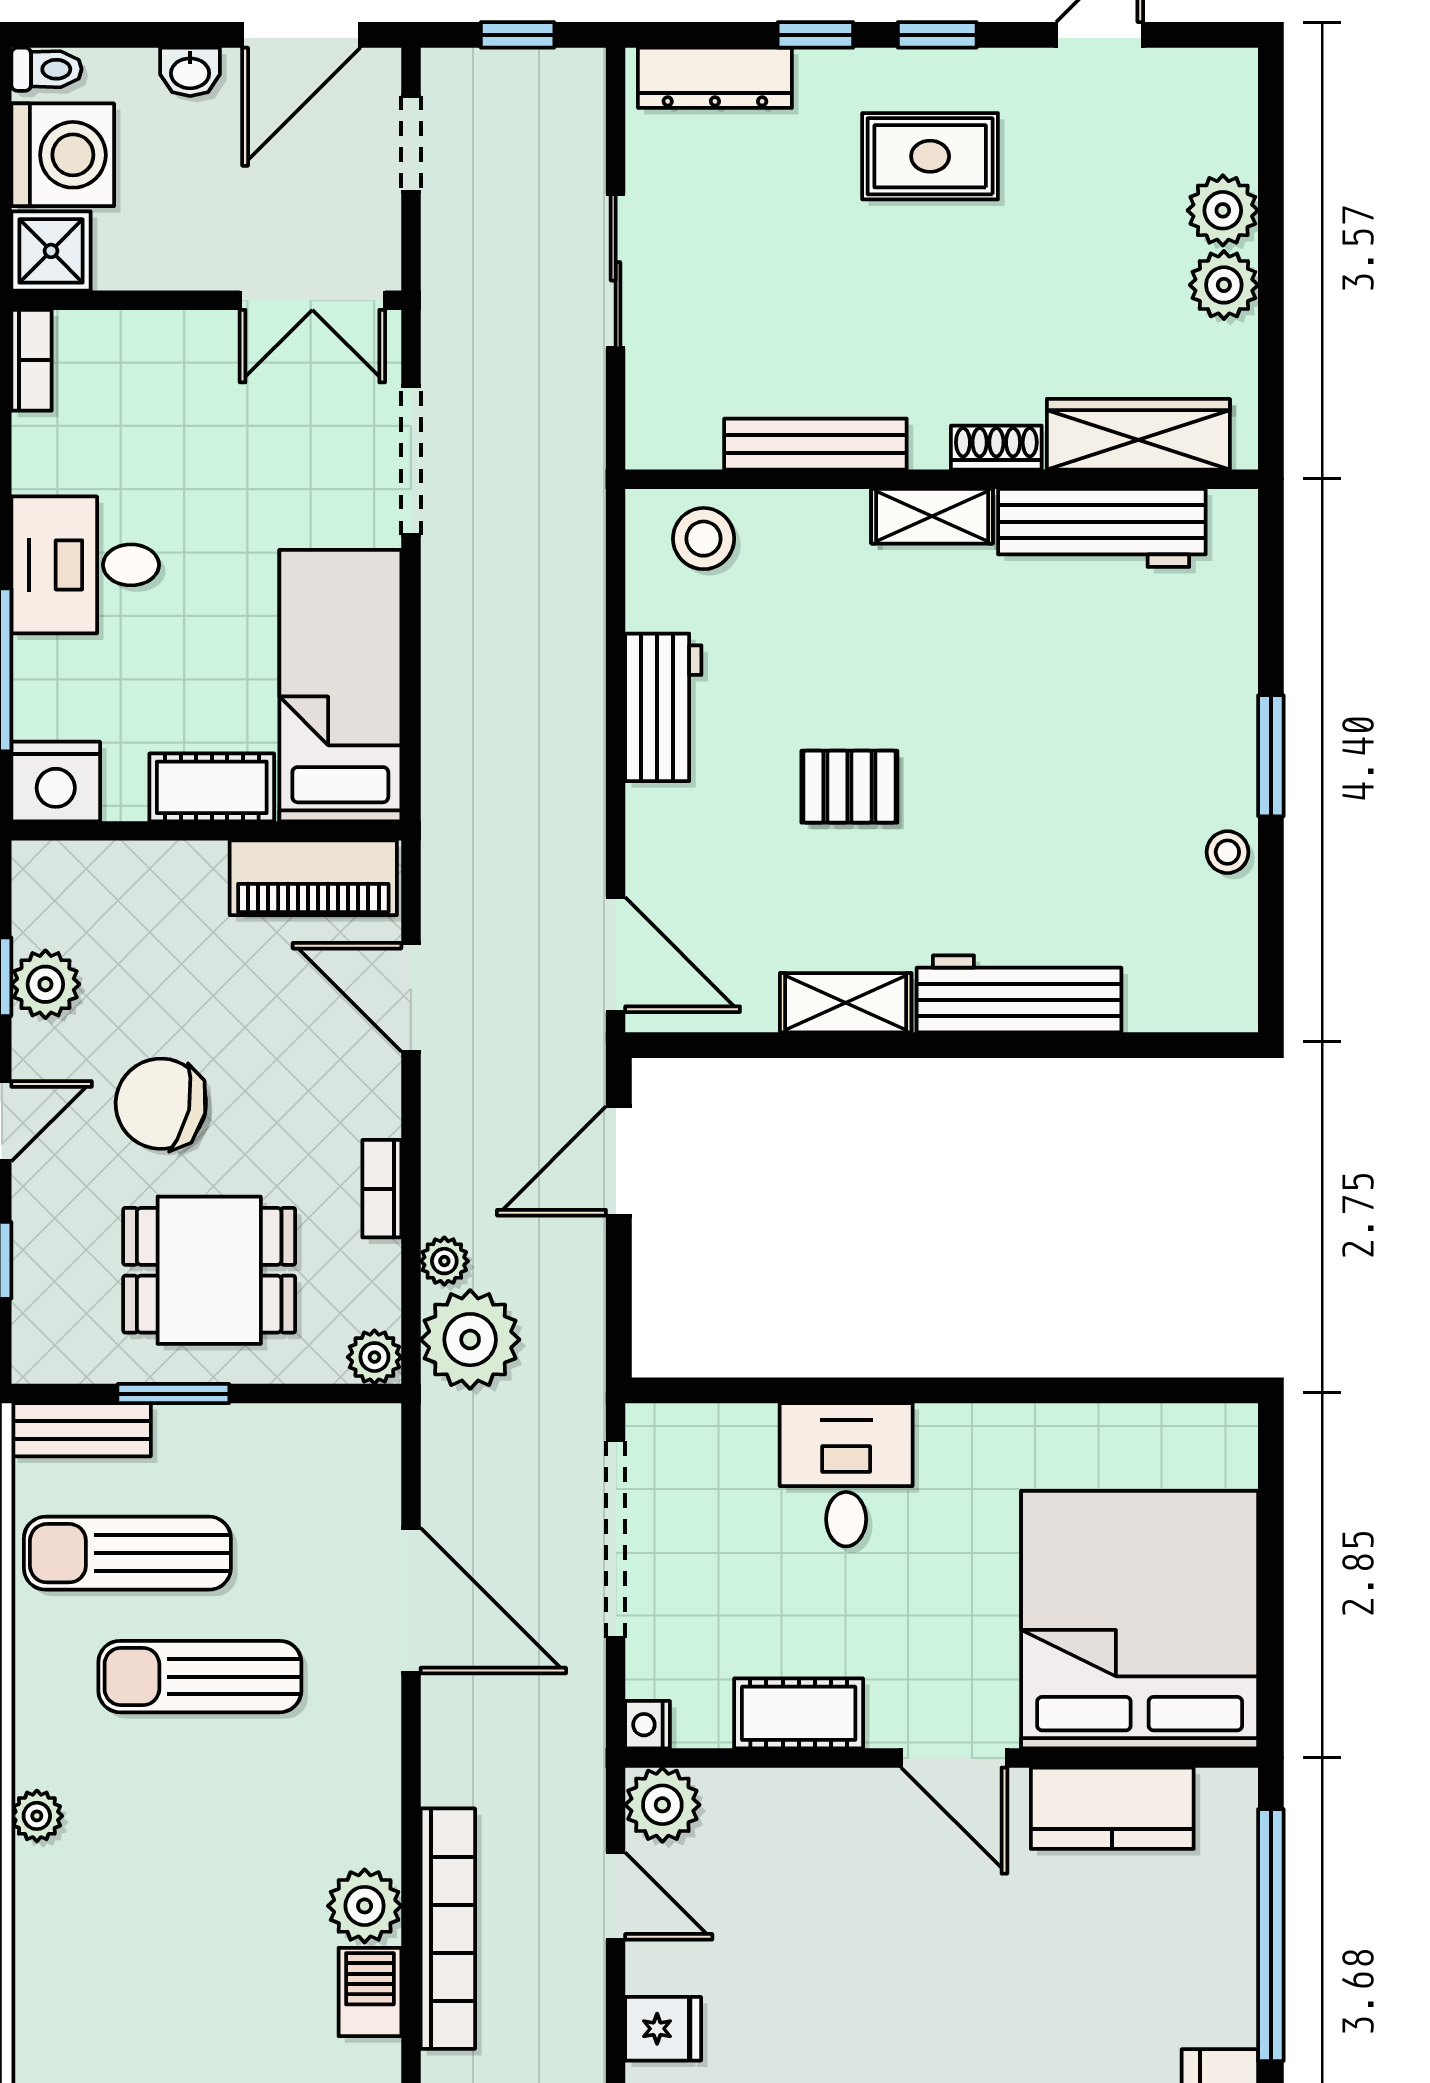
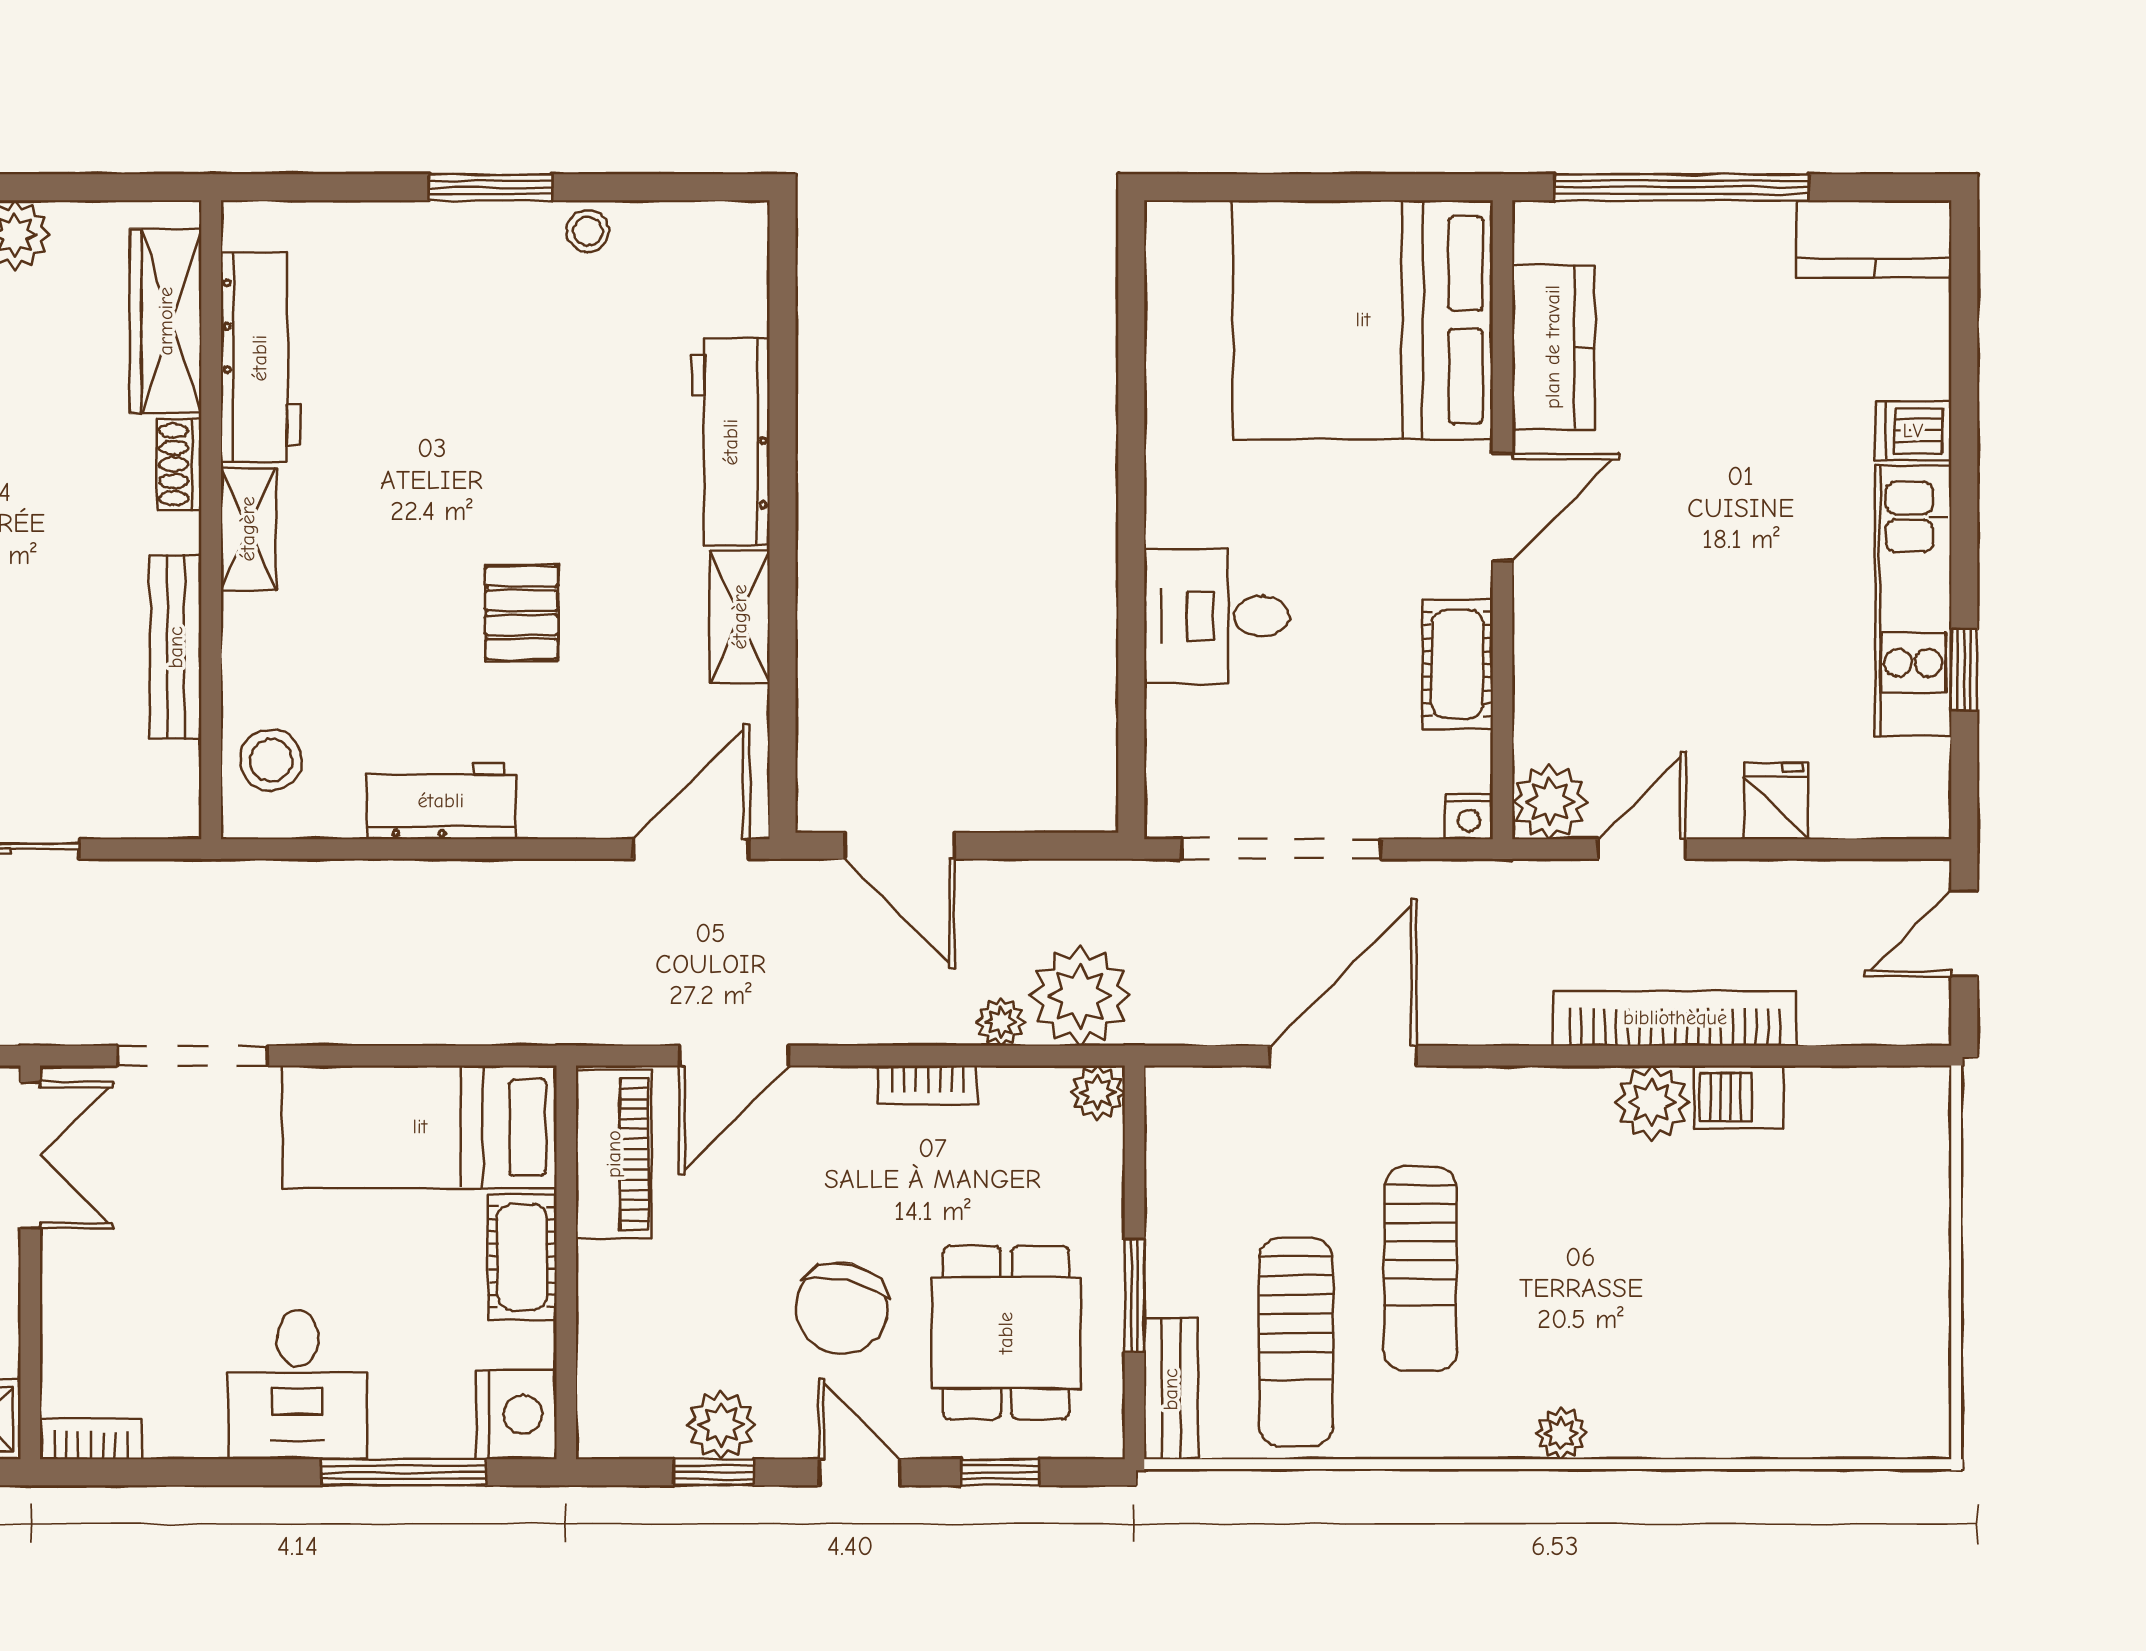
dining table: (209, 1270) -> (1006, 1333), moved

